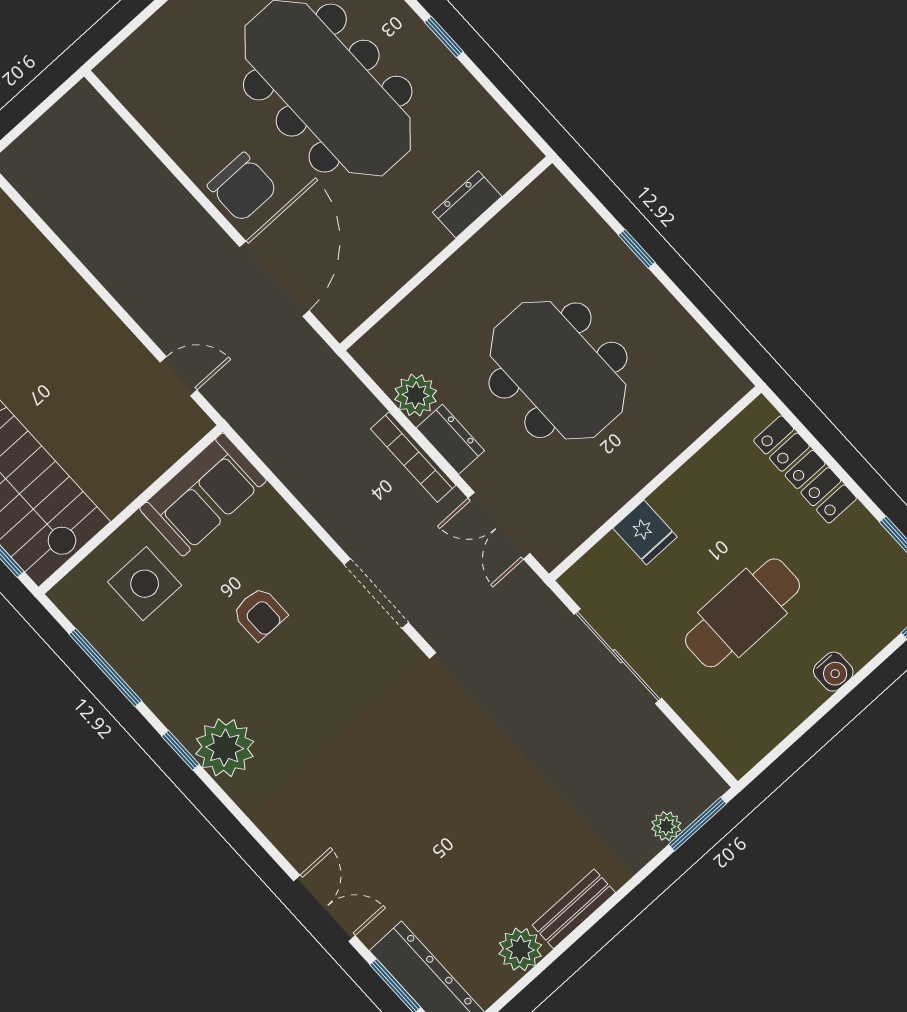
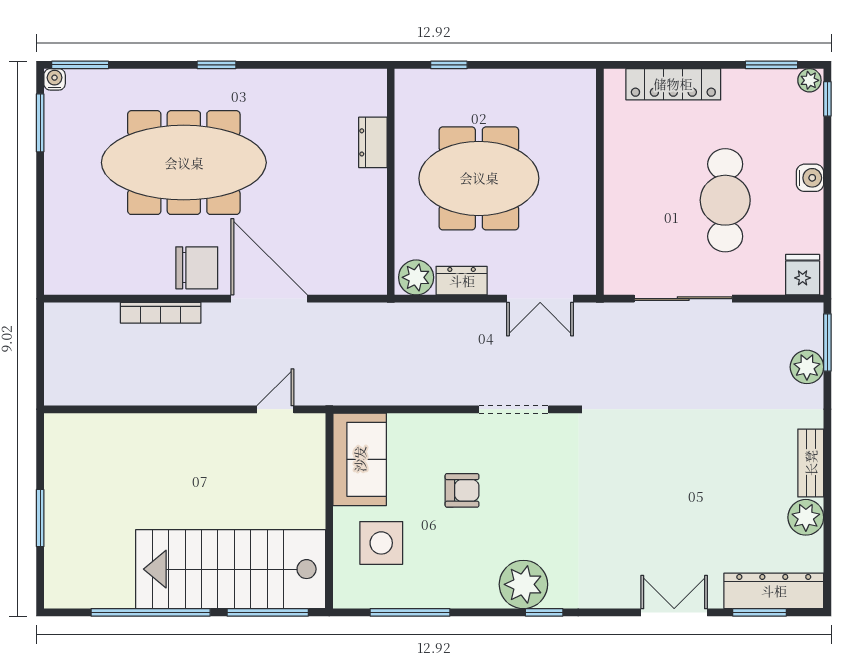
dresser: (467, 204) -> (373, 142), moved
wall: (446, 253) -> (391, 182), moved
bookcase: (413, 457) -> (161, 313), moved
fridge: (645, 532) -> (803, 275), moved, turned -90
window: (181, 750) -> (544, 612), moved
plant: (666, 826) -> (807, 367), width x1.38, depth x1.38

